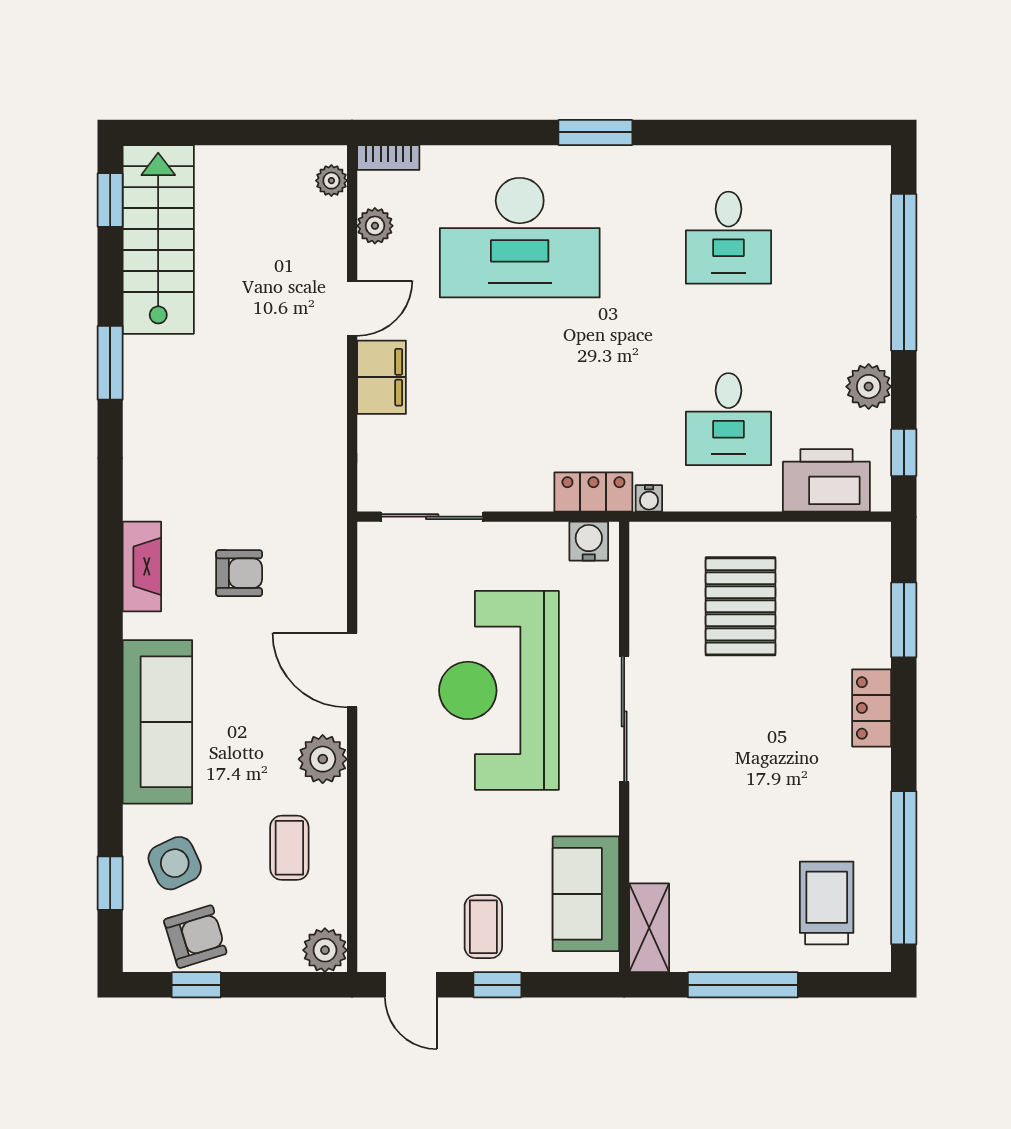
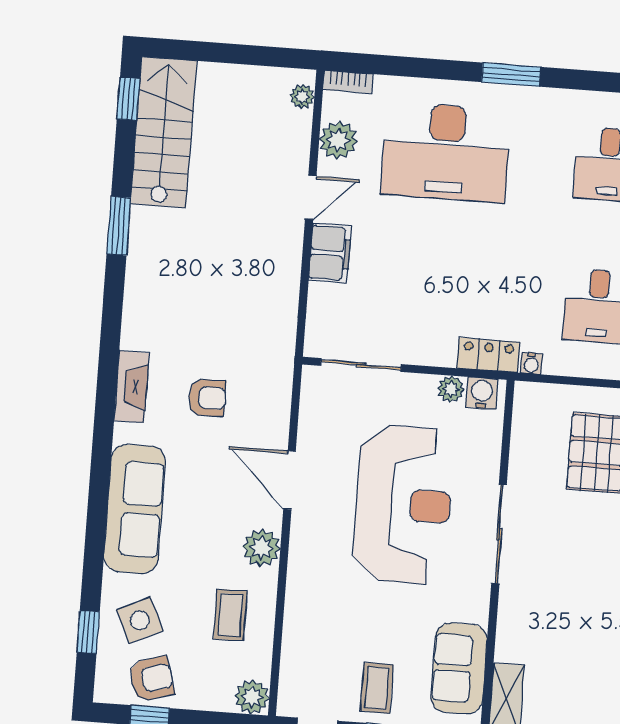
plant: (375, 226) -> (338, 140), width x1.38, depth x1.38
plant: (549, 539) -> (451, 389), added
reception desk: (499, 690) -> (403, 504), turned 180

